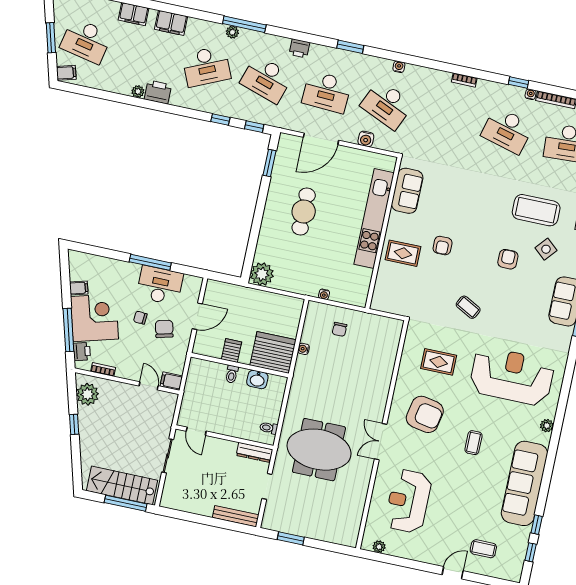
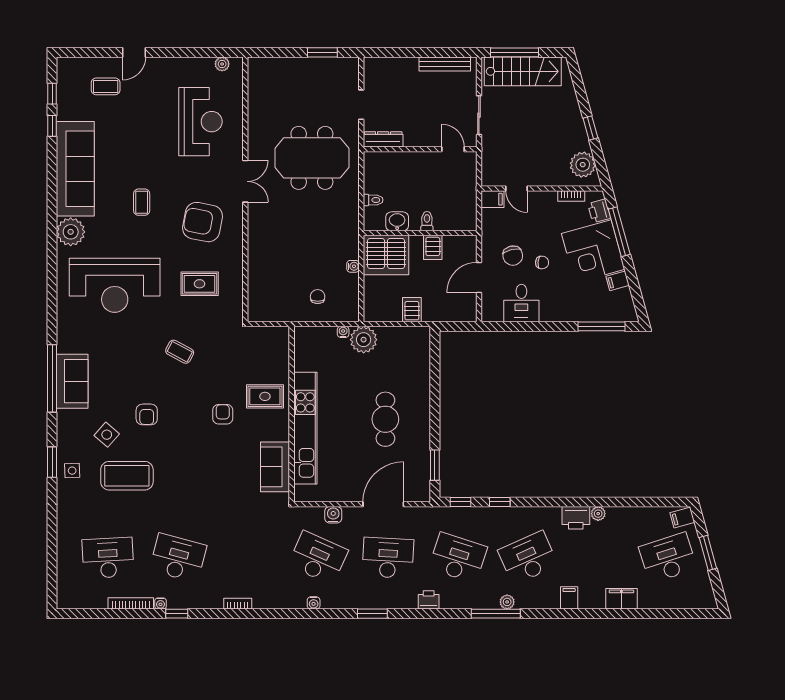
filing cabinet: (171, 23) -> (569, 598), width x0.50
desk: (86, 41) -> (668, 558), turned -30
window: (150, 262) -> (601, 326), moved
plant: (262, 274) -> (364, 340), moved
desk: (160, 285) -> (521, 303), width x0.73
server rack: (261, 301) -> (412, 310), added
plant: (547, 426) -> (71, 232), width x1.87, depth x1.87
toilet: (269, 428) -> (373, 200), moved
bench: (236, 516) -> (445, 64), moved

